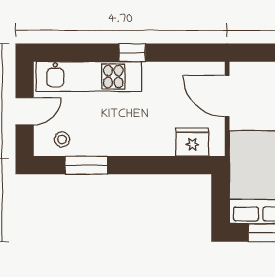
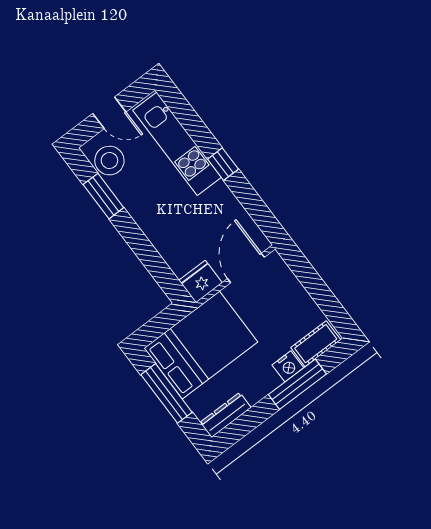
stool: (62, 139) -> (109, 161), width x1.89, depth x1.89
fridge: (192, 142) -> (200, 282), moved, turned -90

